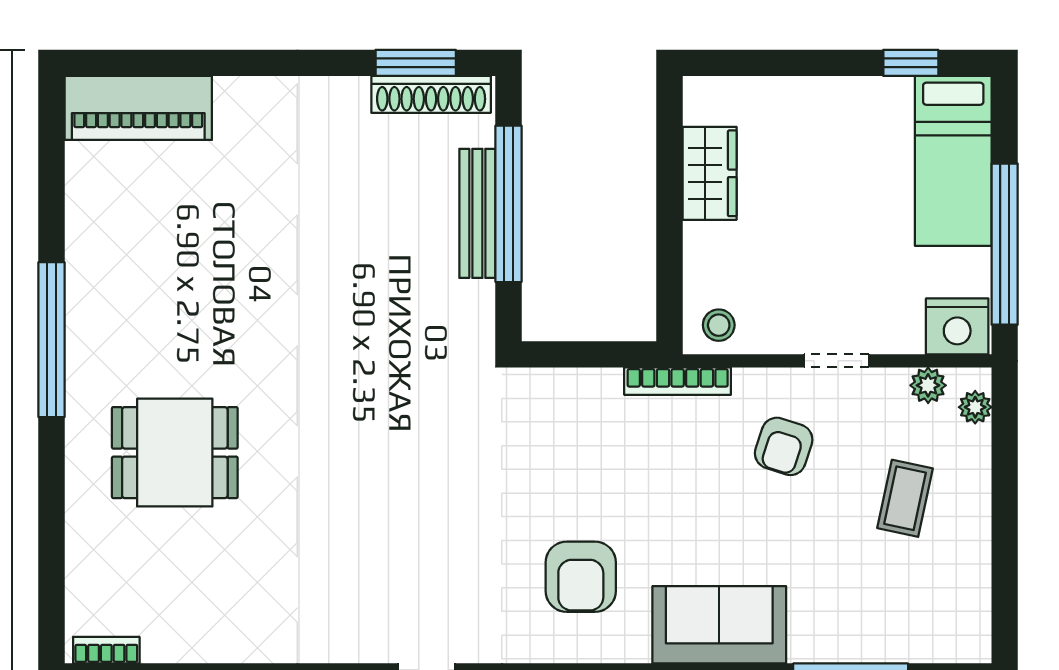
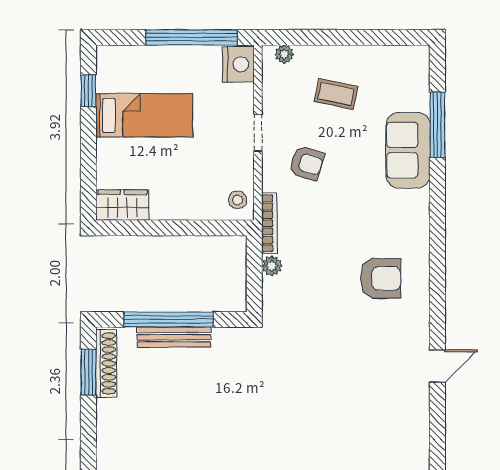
bed: (953, 161) -> (144, 115), moved
wardrobe: (710, 173) -> (122, 205), moved
plant: (928, 385) -> (272, 266), moved
sofa: (719, 625) -> (408, 150), moved

